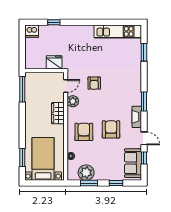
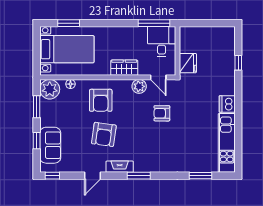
dishwasher: (32, 31) -> (227, 104), moved
desk: (37, 83) -> (162, 41), added
armchair: (111, 129) -> (104, 134), turned 98
armchair: (84, 132) -> (101, 100), turned 90
window: (144, 158) -> (52, 176), moved
sofa: (133, 163) -> (50, 145), moved, turned 90
plant: (86, 173) -> (50, 89), moved

